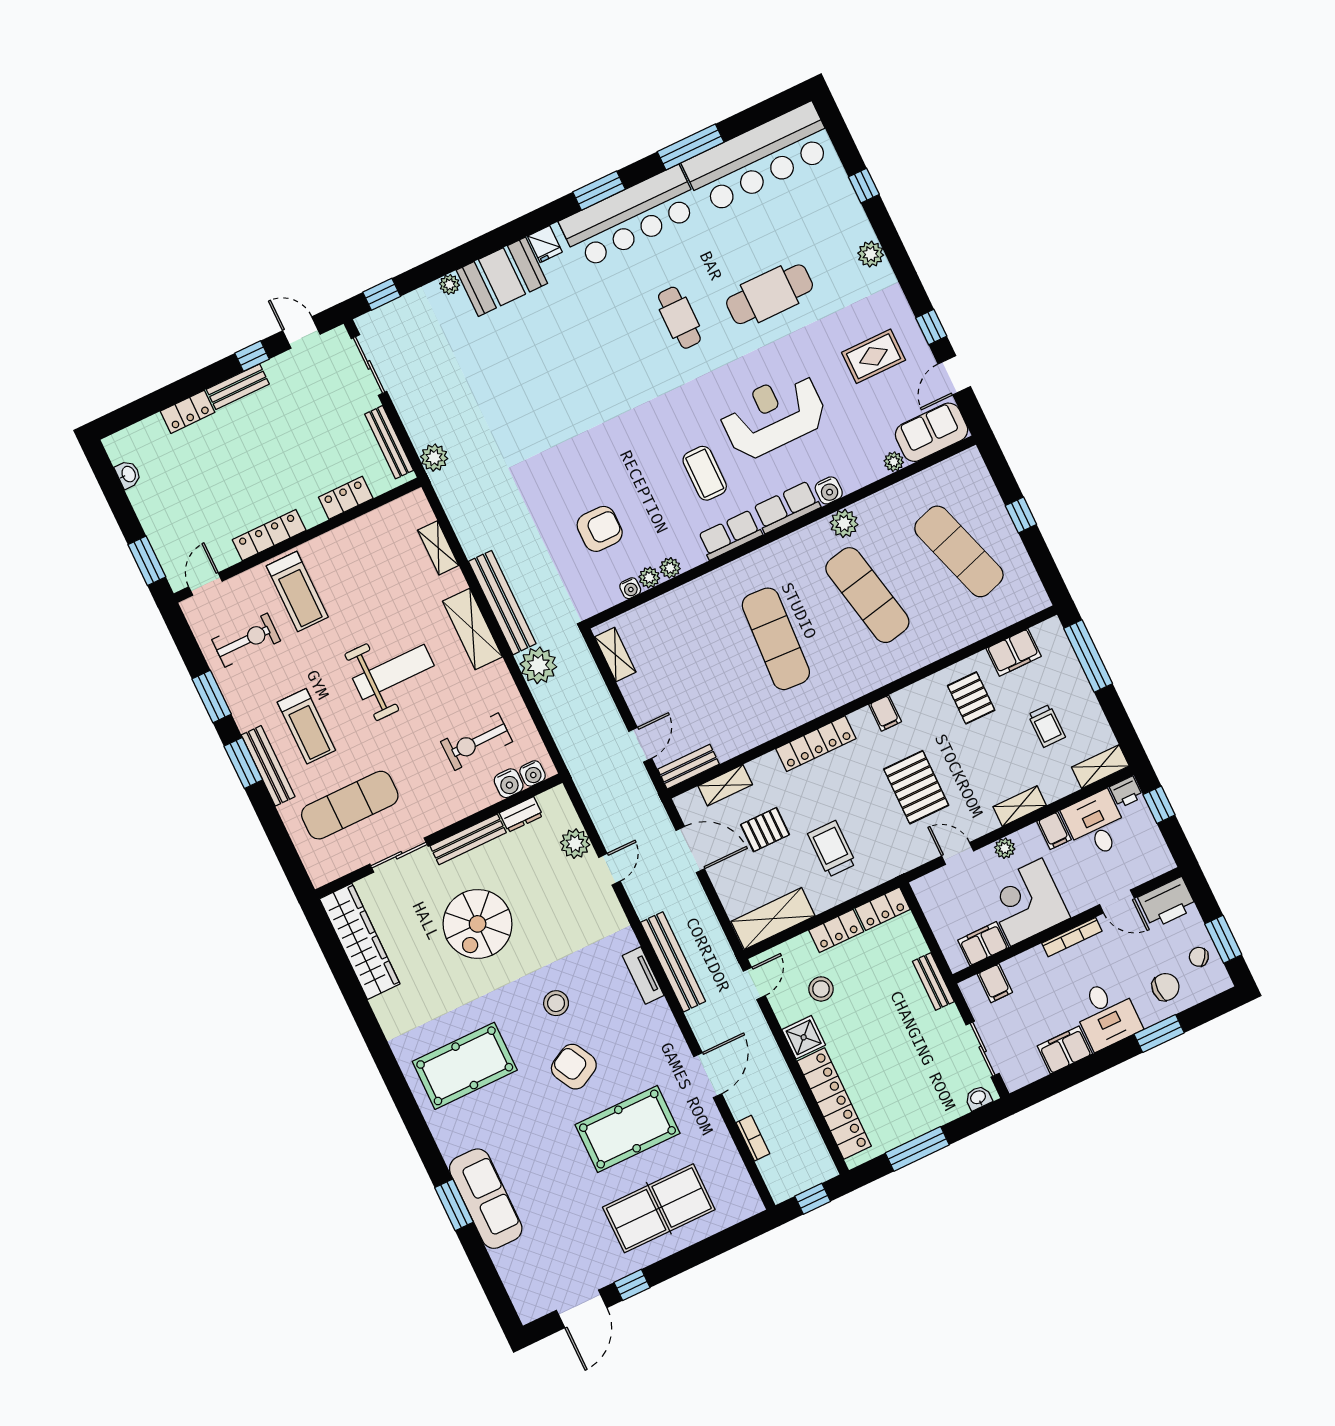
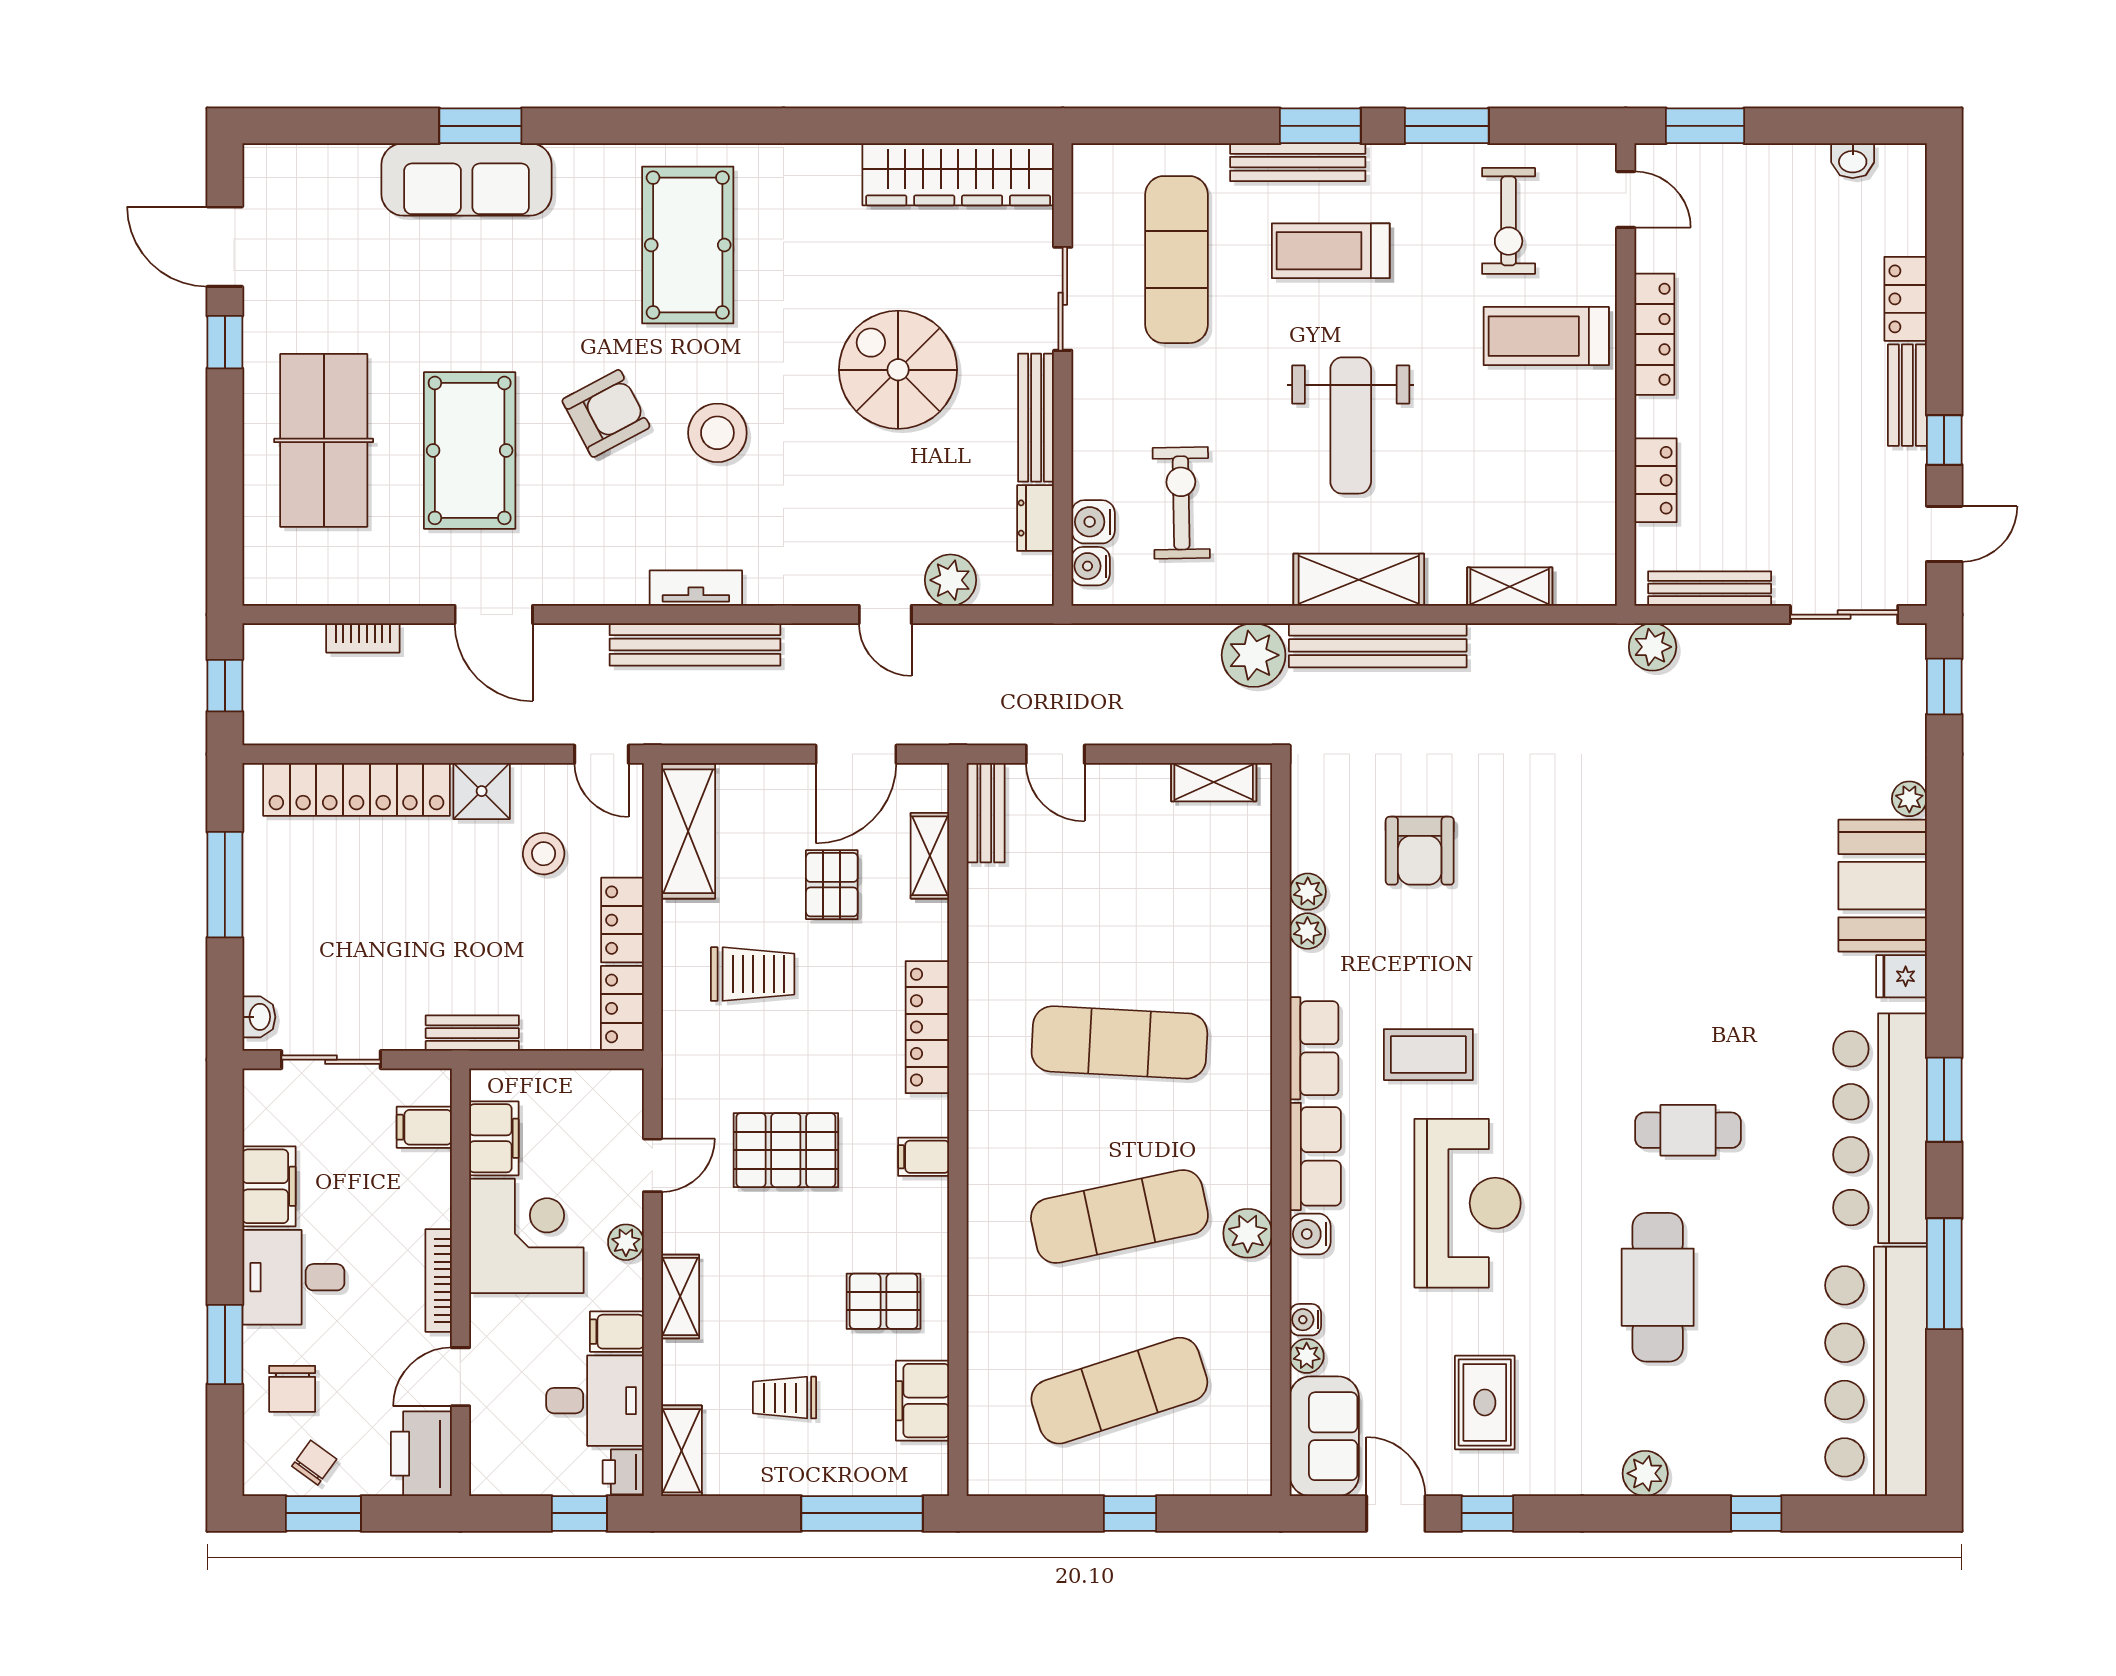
water cooler: (630, 588) -> (1305, 1320), moved
stool: (556, 1003) -> (717, 433), width x1.38, depth x1.38

